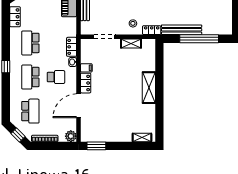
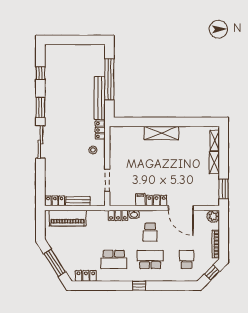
shelving: (131, 43) -> (214, 163), moved
school desk: (30, 77) -> (150, 259), turned 180
school desk: (56, 77) -> (150, 232), turned 180
school desk: (30, 111) -> (187, 259), width x0.54

